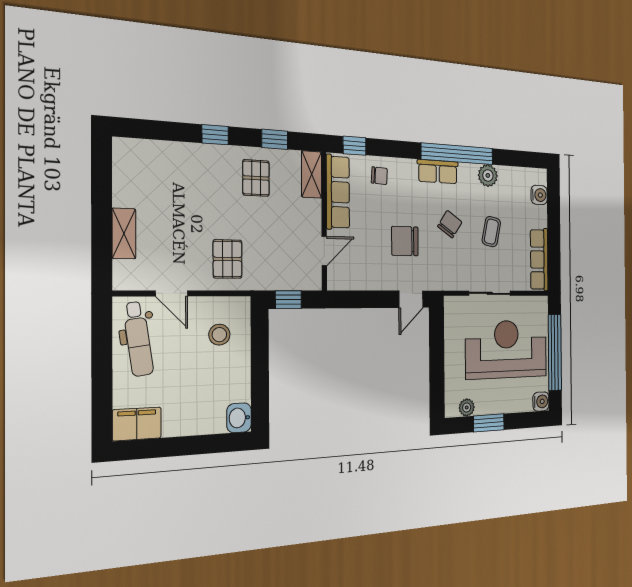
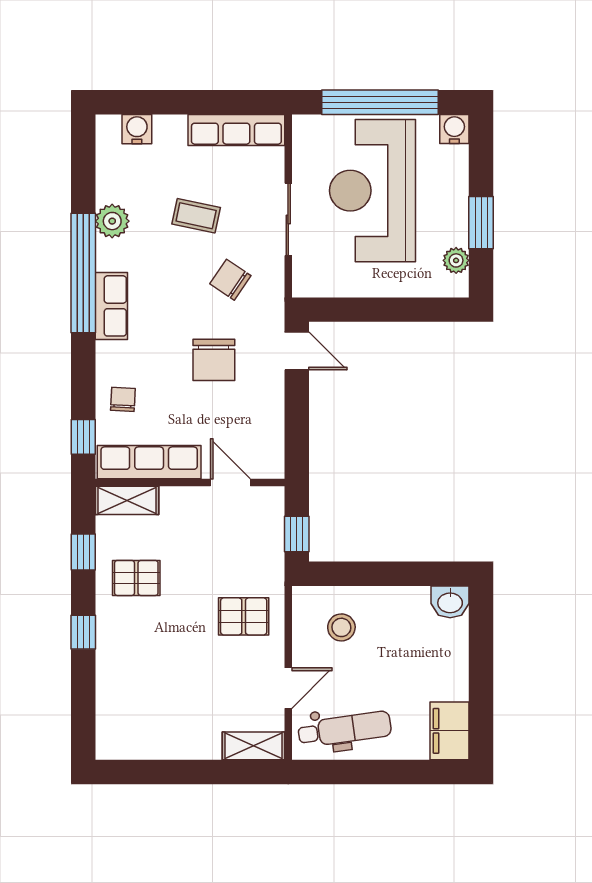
chair: (450, 224) -> (230, 280), moved
shelving: (124, 234) -> (253, 746), moved

